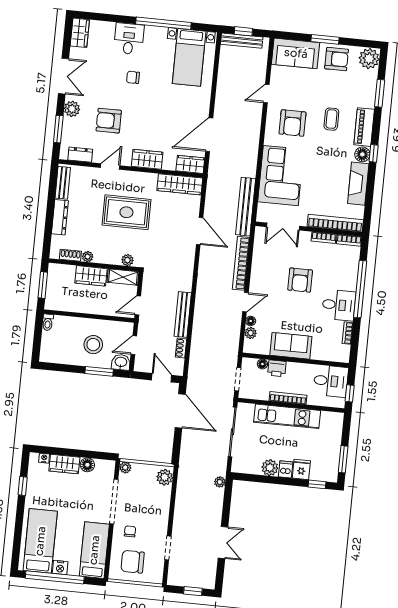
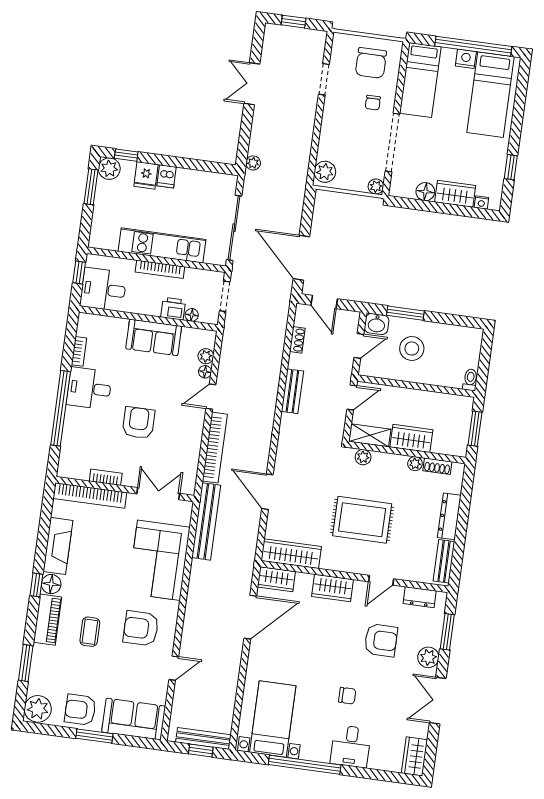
armchair: (292, 123) -> (141, 628), turned -90
bookcase: (349, 240) -> (73, 473), removed
bench: (183, 315) -> (292, 391), width x0.73
plant: (270, 468) -> (109, 169), moved
chair: (133, 562) -> (371, 63), turned 90

